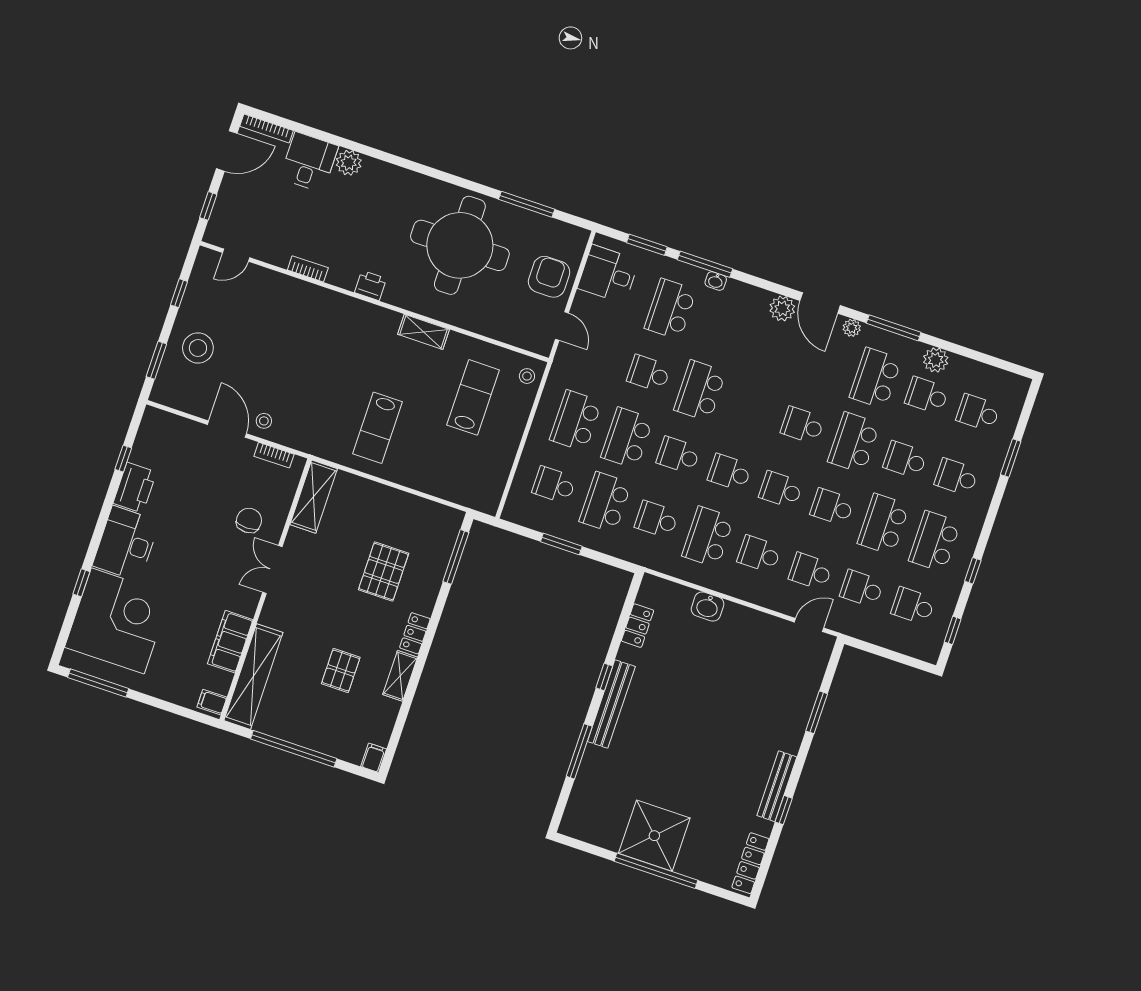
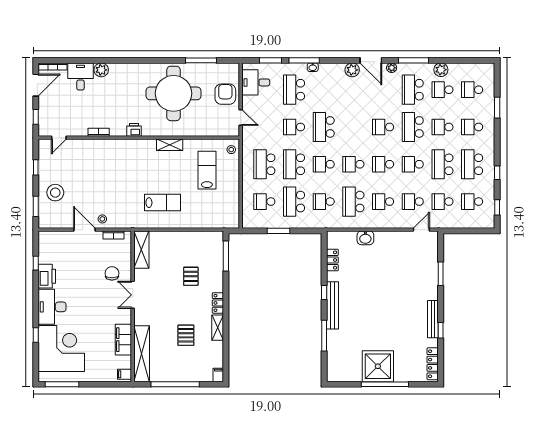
lab bench: (377, 428) -> (163, 203), turned -90
pallet: (384, 571) -> (191, 276), width x0.67, depth x0.71

